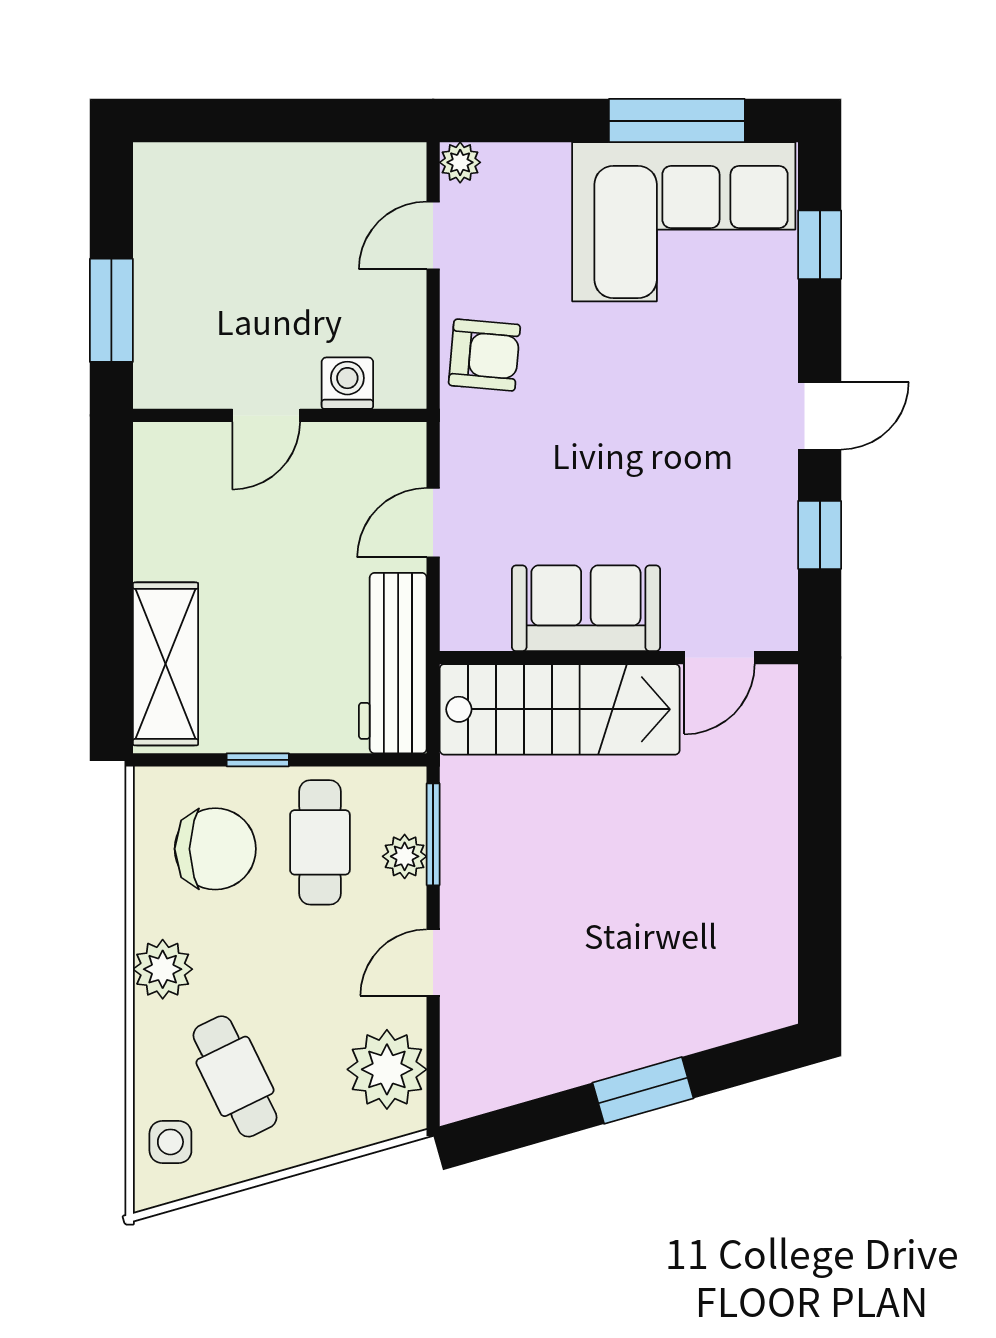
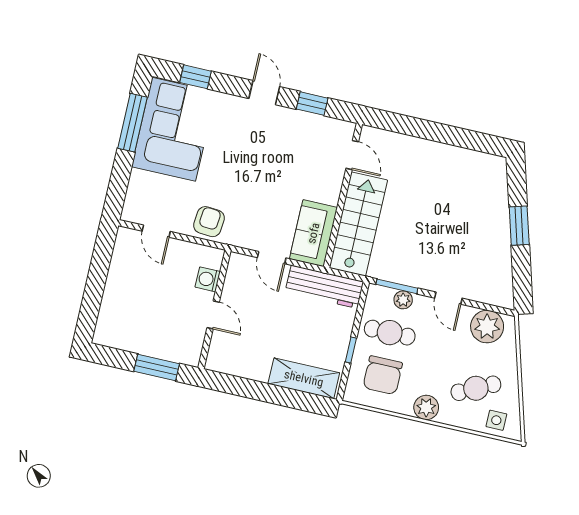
plant: (460, 162) -> (129, 214), removed
sofa: (586, 608) -> (313, 233), moved
chair: (215, 849) -> (383, 375), turned 180

